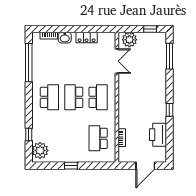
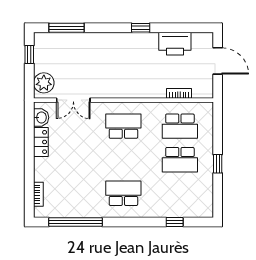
washbasin: (65, 38) -> (41, 117), moved
double door: (117, 61) -> (73, 100), swing flipped
school desk: (74, 97) -> (180, 160), moved
plant: (40, 150) -> (197, 206), removed

